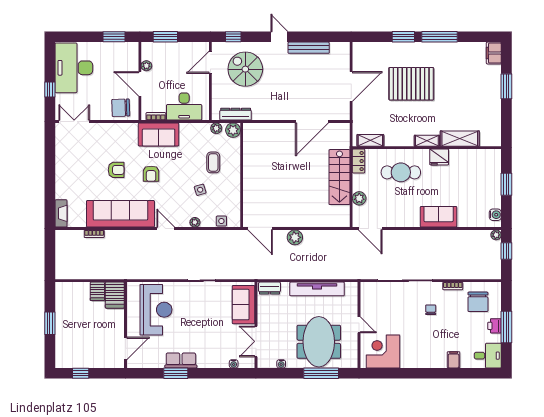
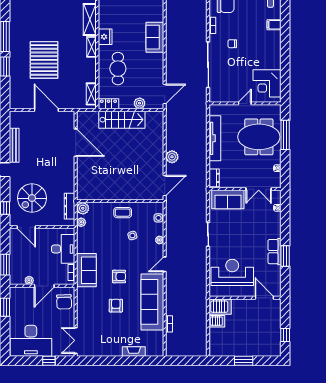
coffee table: (213, 162) -> (123, 213), moved
fireplace: (61, 213) -> (134, 351), moved

